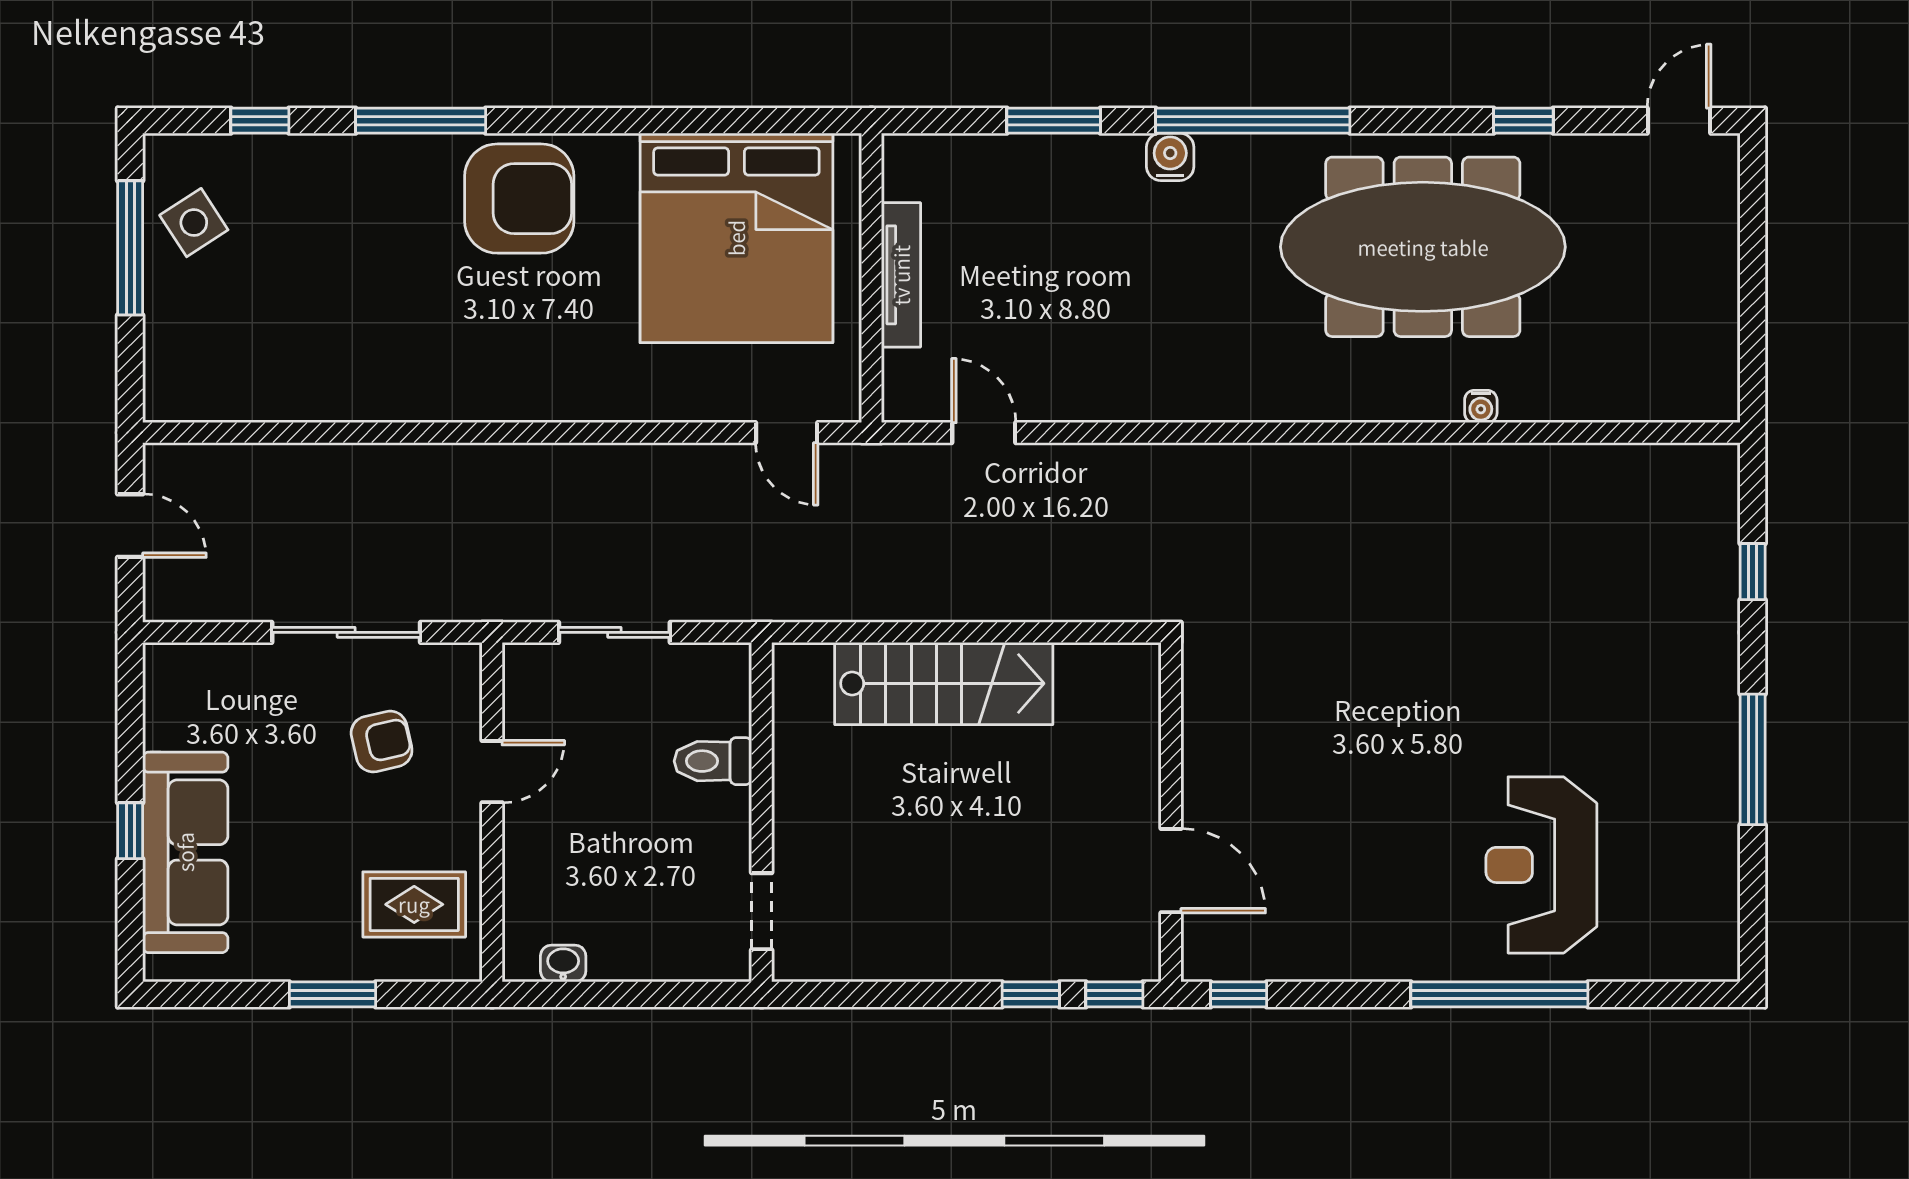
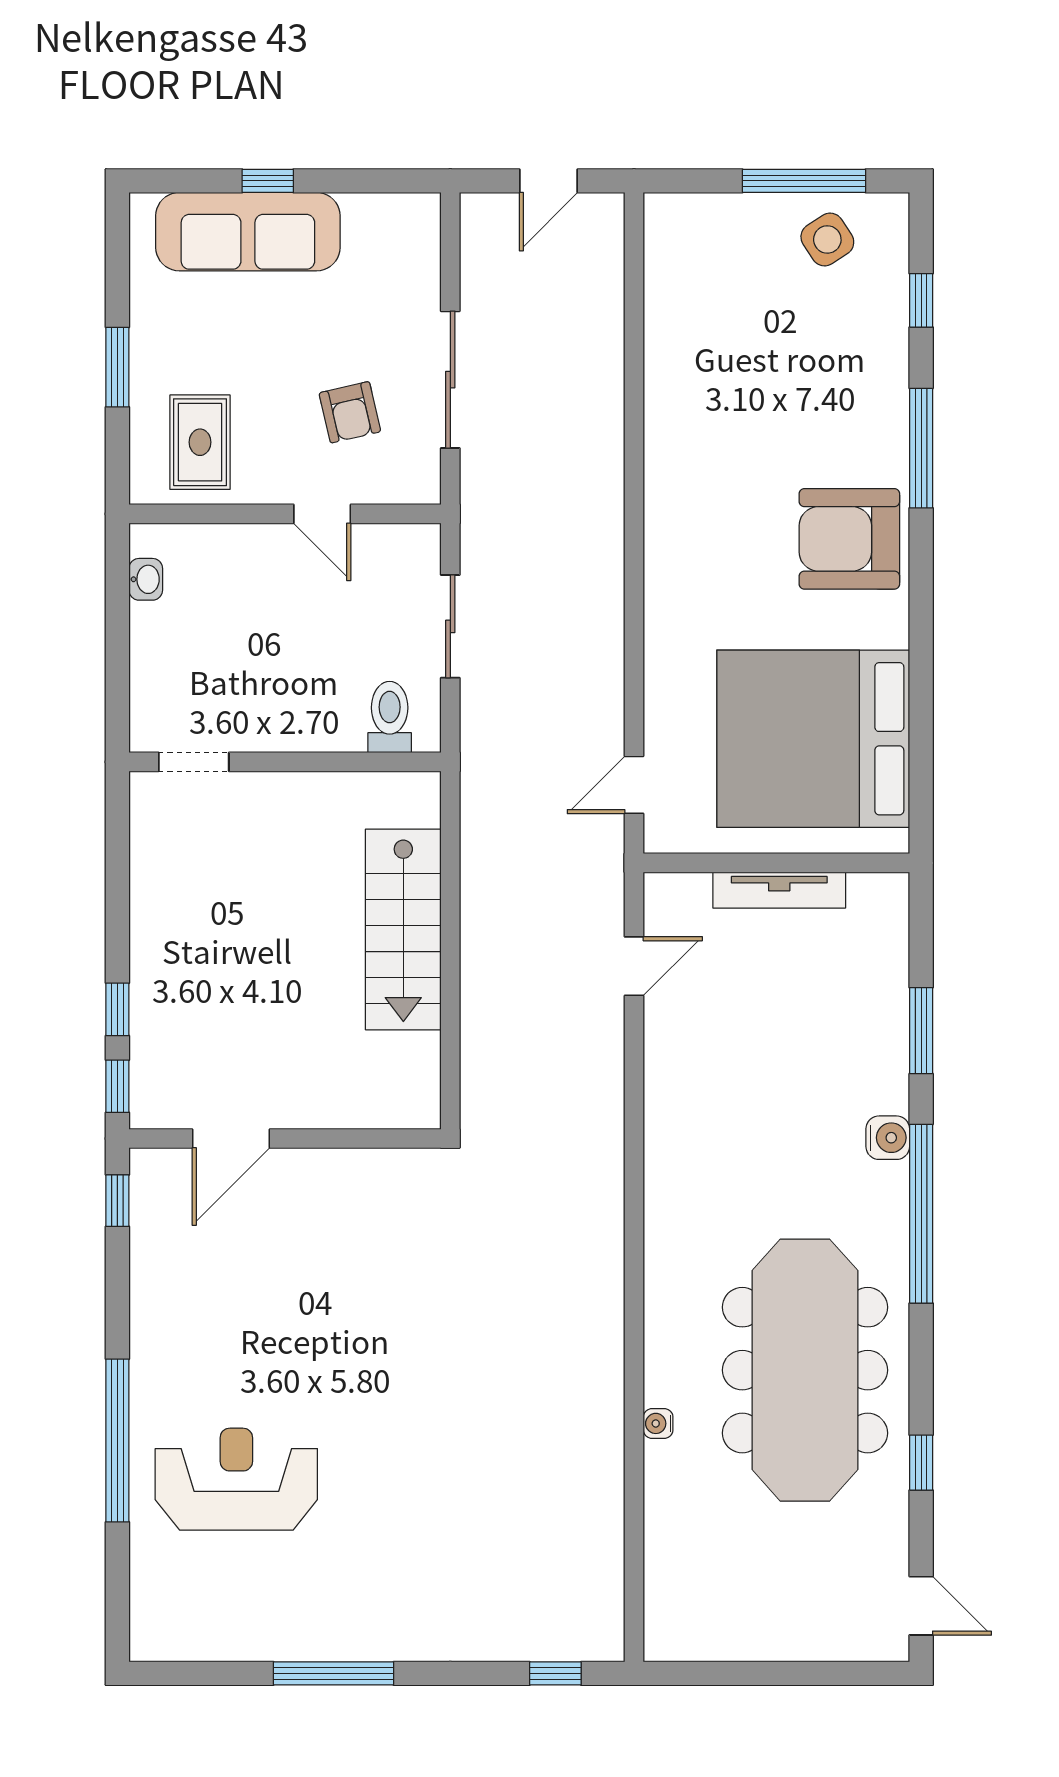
armchair: (519, 199) -> (849, 539), turned 90
window: (1753, 572) -> (555, 1673), moved
toilet: (713, 761) -> (390, 717), moved

